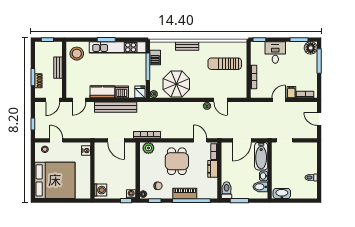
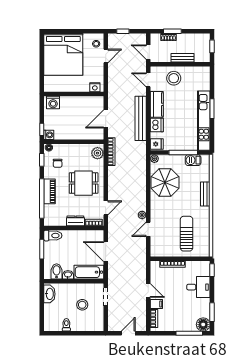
stool: (77, 54) -> (174, 78), moved
stool: (292, 162) -> (82, 305), added

